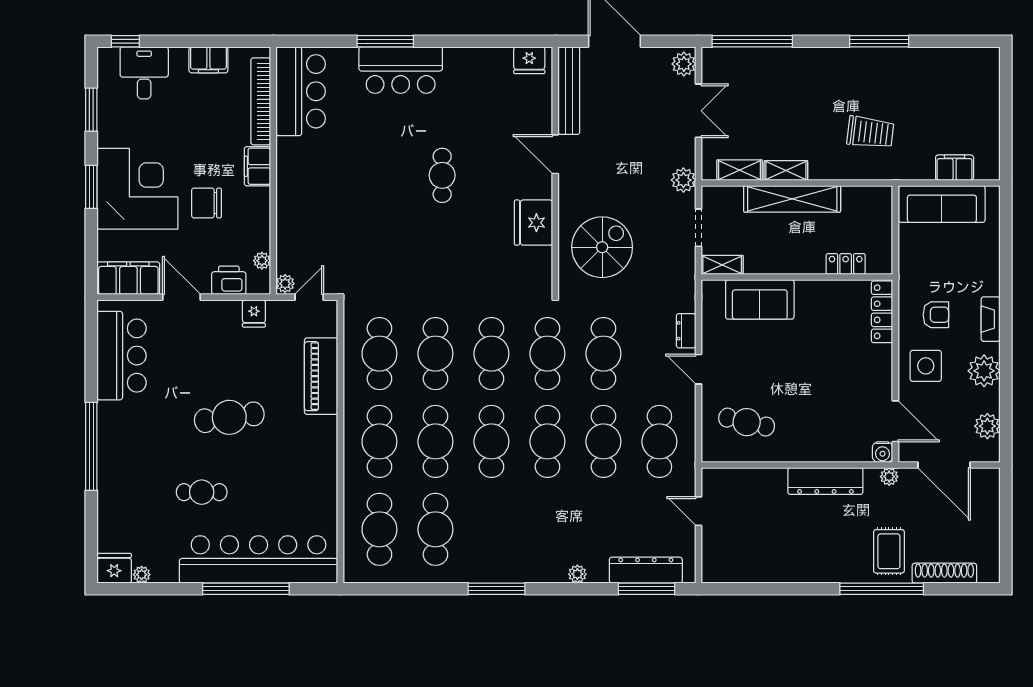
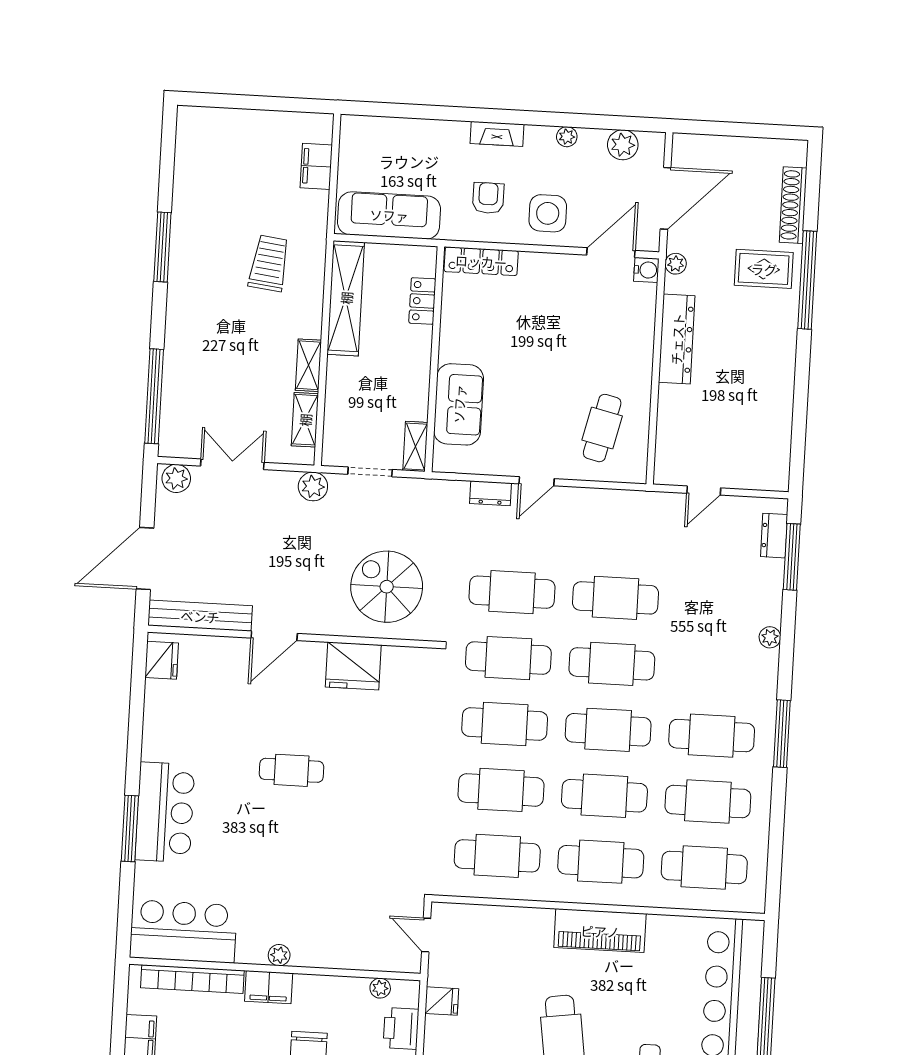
shelving: (792, 199) -> (346, 298), moved
sofa: (942, 204) -> (389, 215), moved, turned -90
plant: (285, 284) -> (279, 955), moved
plant: (984, 371) -> (567, 137), width x0.53, depth x0.53
piano: (321, 376) -> (600, 931), moved
cafe table: (659, 441) -> (712, 736), moved
dresser: (646, 570) -> (774, 536), width x0.51, depth x0.80

